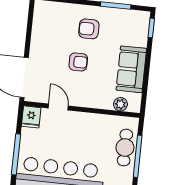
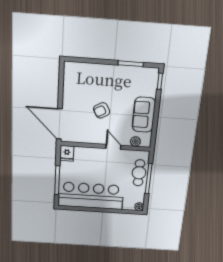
armchair: (89, 29) -> (109, 84), removed
armchair: (78, 62) -> (102, 110), turned 151
door: (58, 107) -> (113, 147), moved

